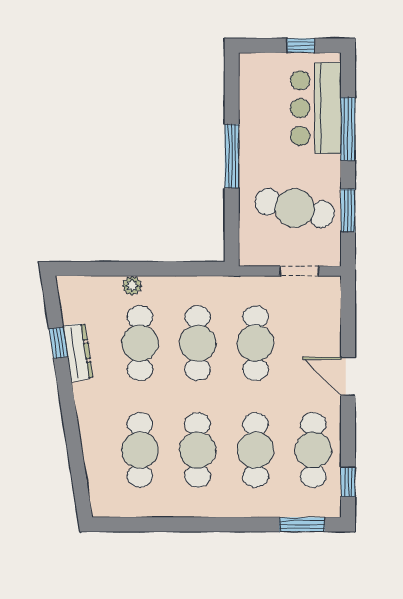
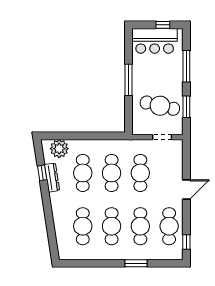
bar counter: (316, 108) -> (155, 41), moved, turned -90
plant: (132, 286) -> (59, 149), moved, width x1.88, depth x1.88
door: (348, 376) -> (186, 190), swing flipped
window: (302, 524) -> (136, 263), moved

